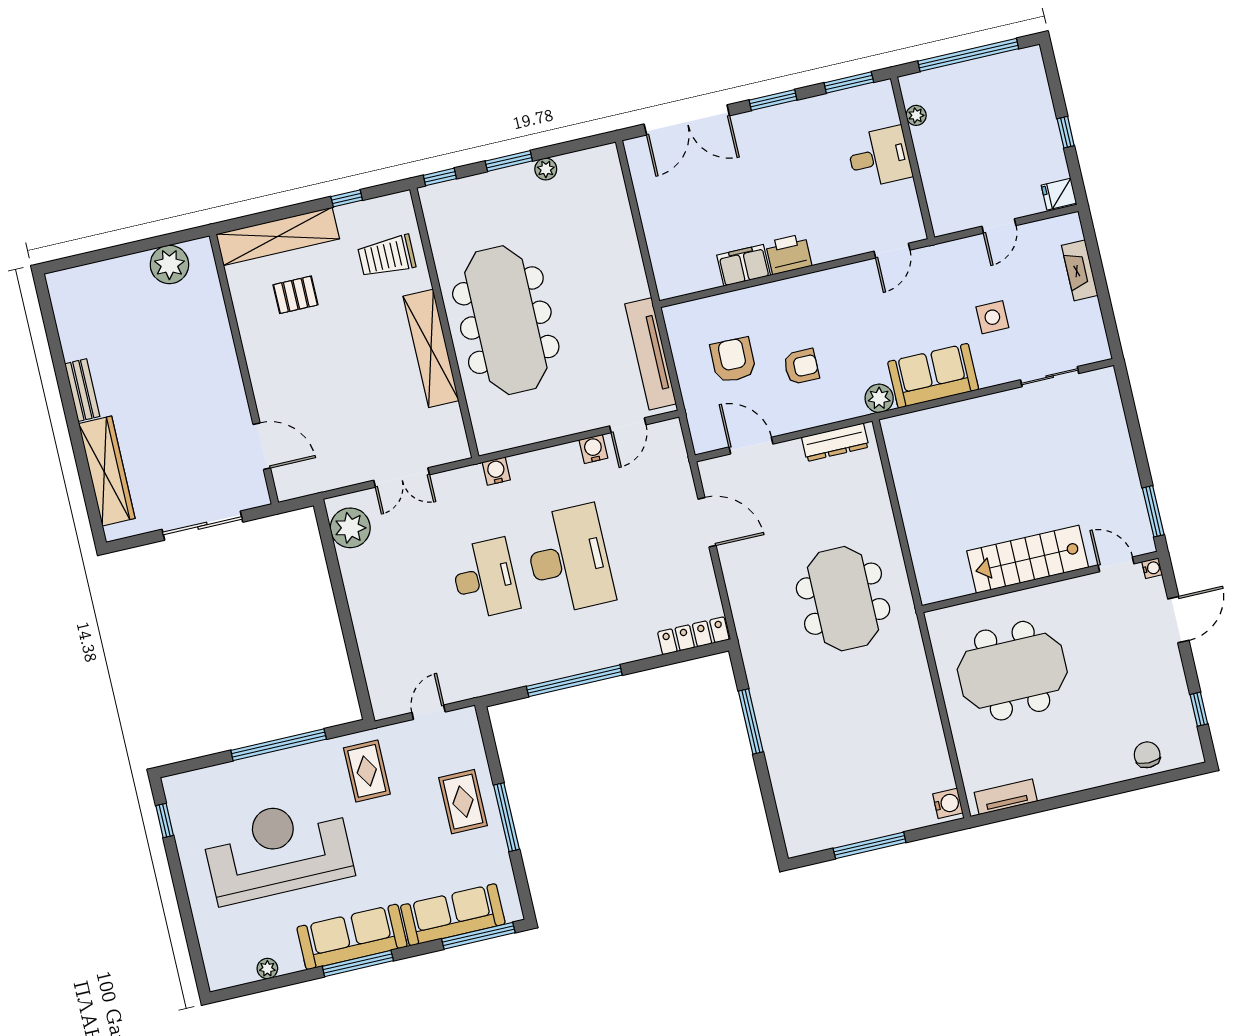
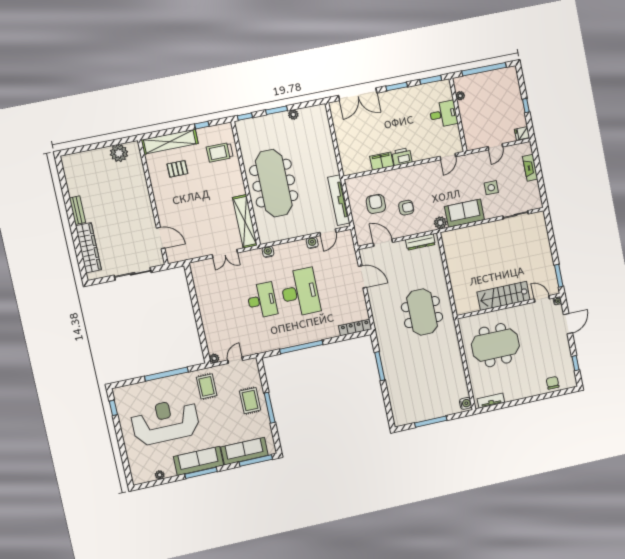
shelving: (431, 348) -> (245, 221), moved
plant: (350, 528) -> (214, 358), moved, width x0.53, depth x0.53

